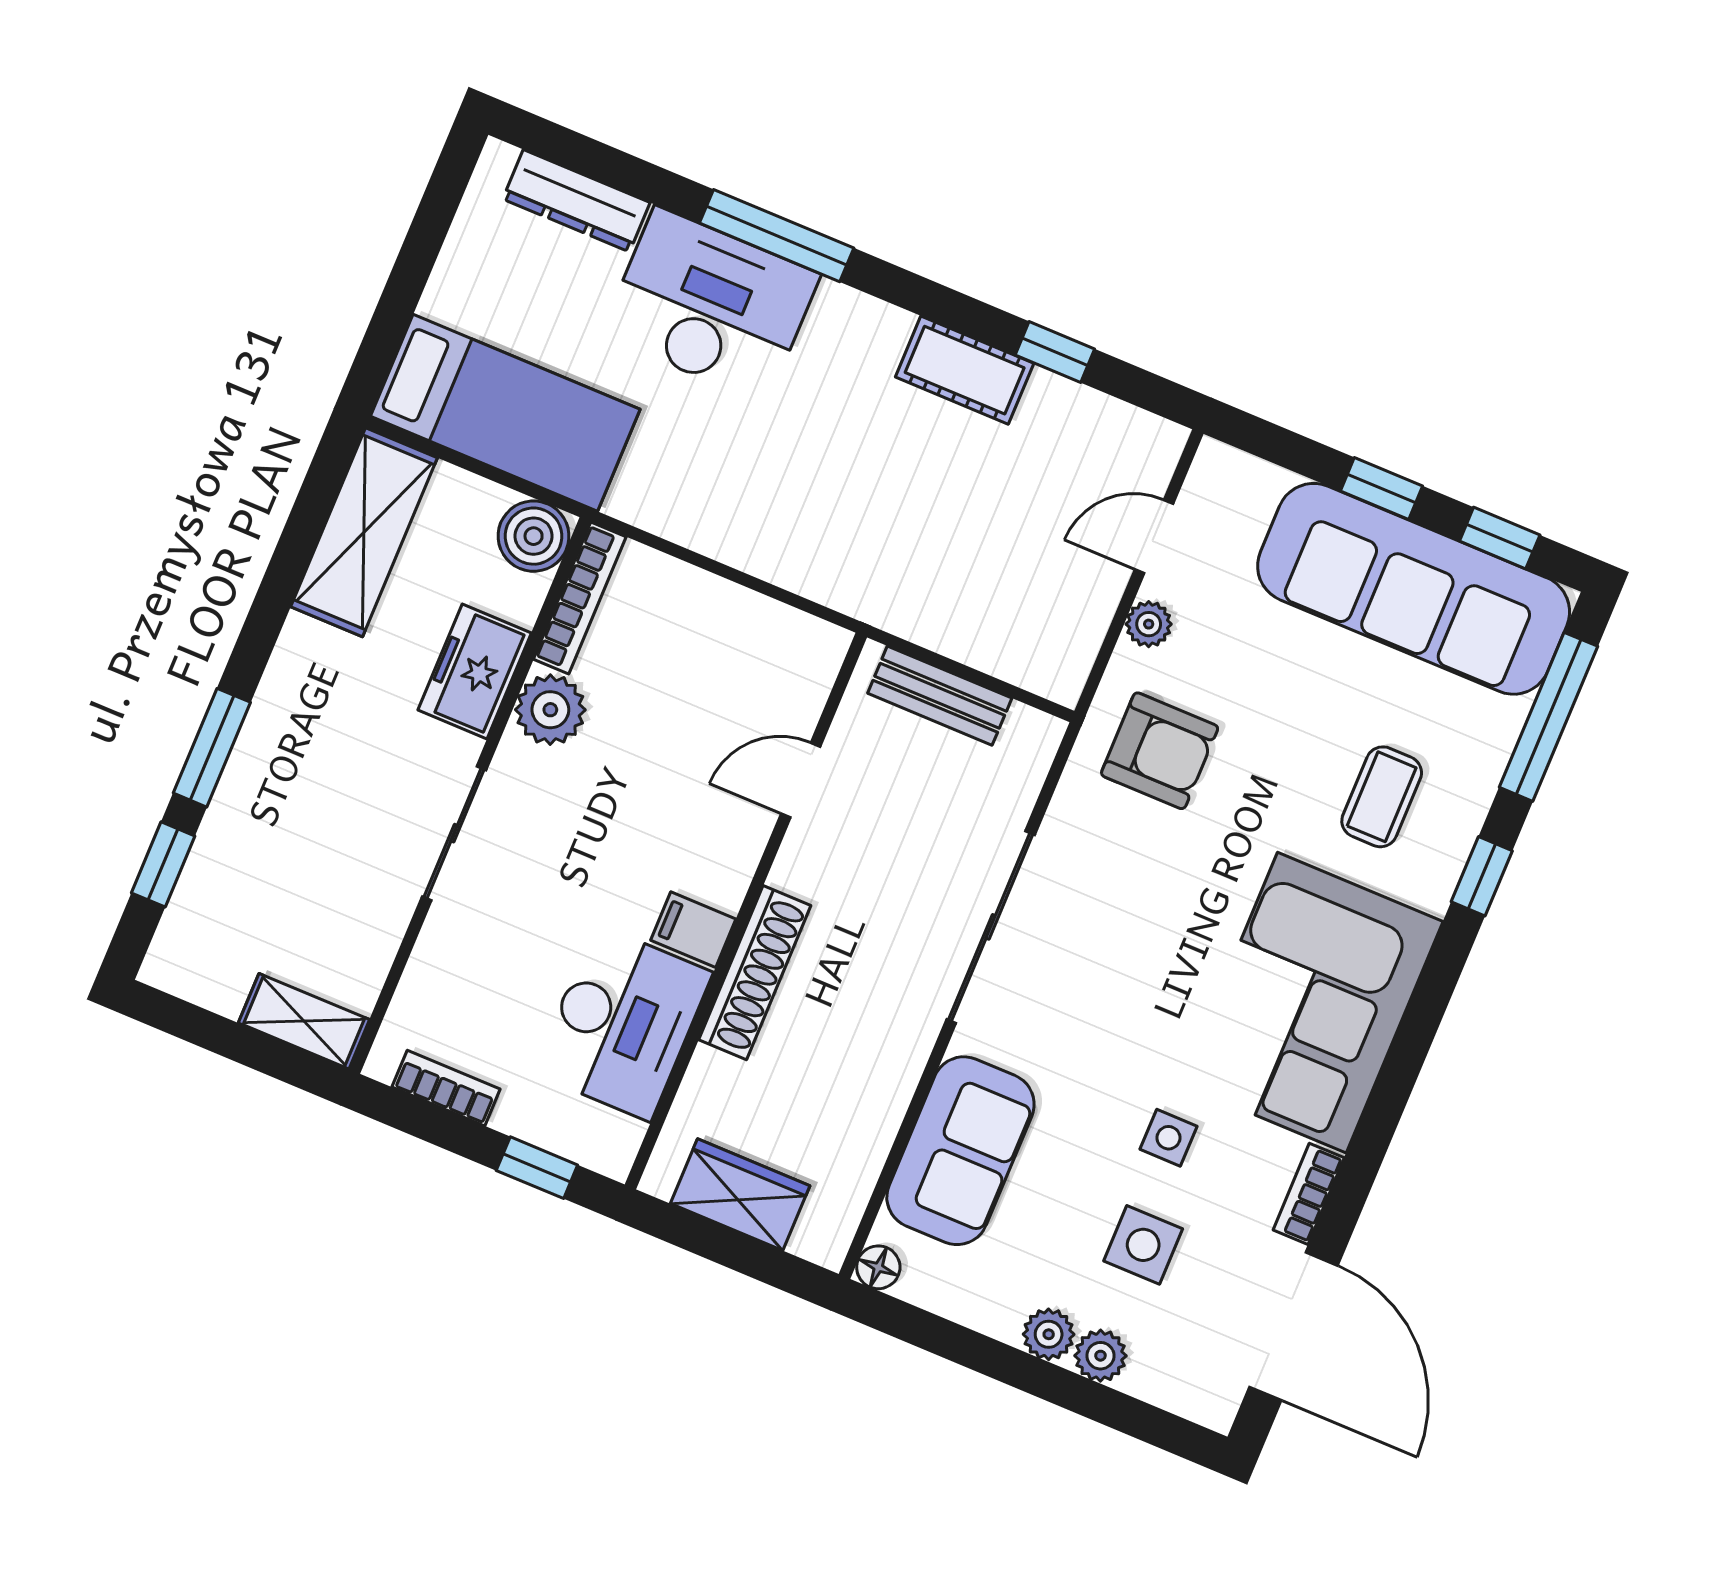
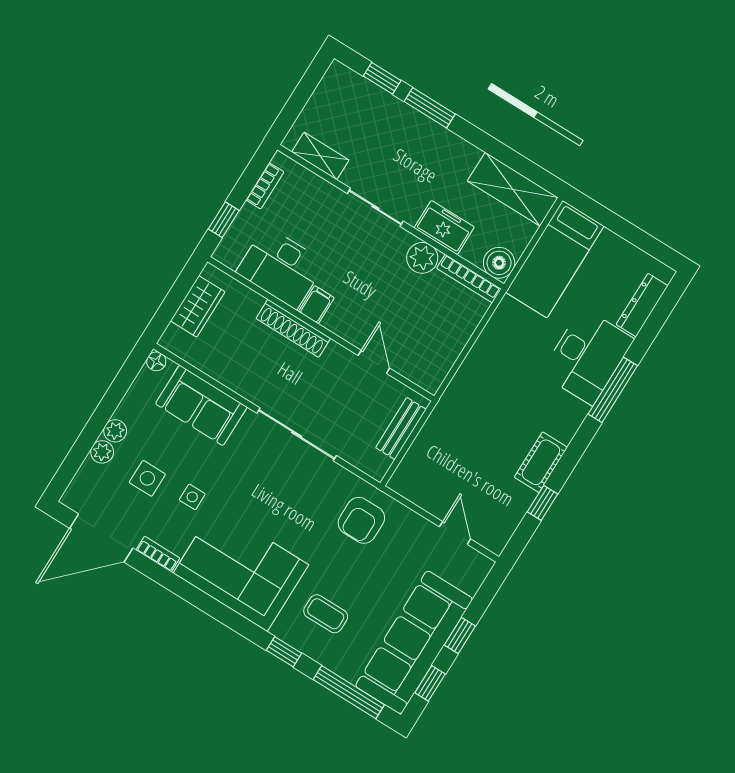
plant: (1149, 624) -> (417, 524), removed
shelving: (304, 1021) -> (320, 156), moved, turned 90

